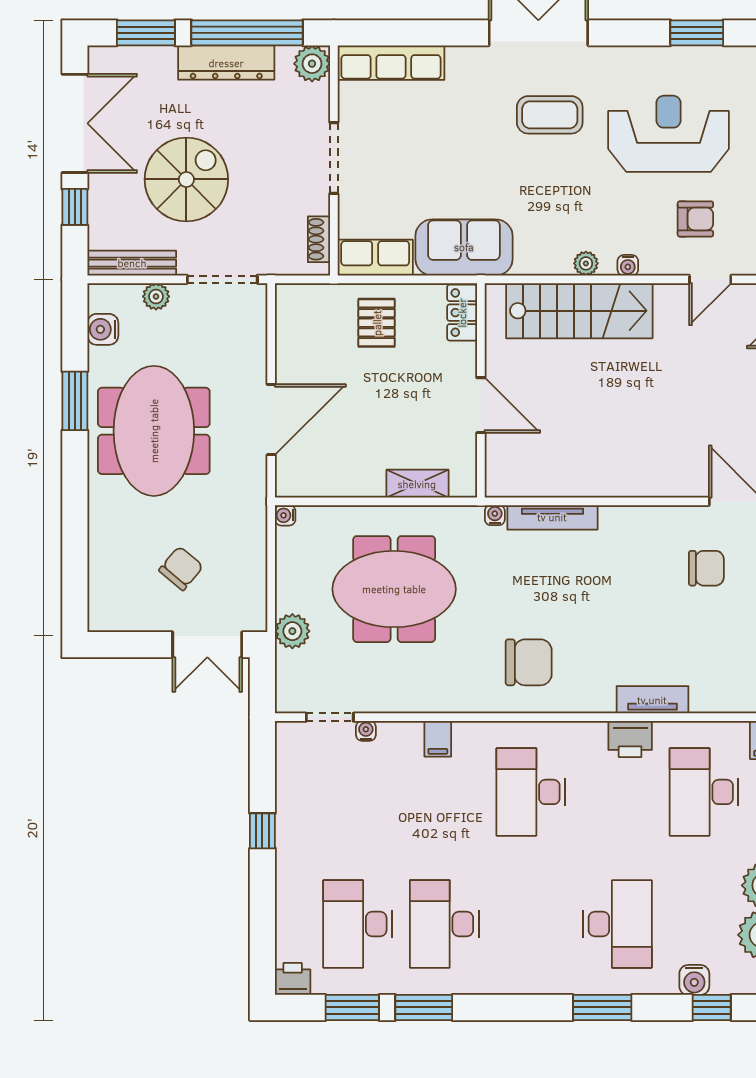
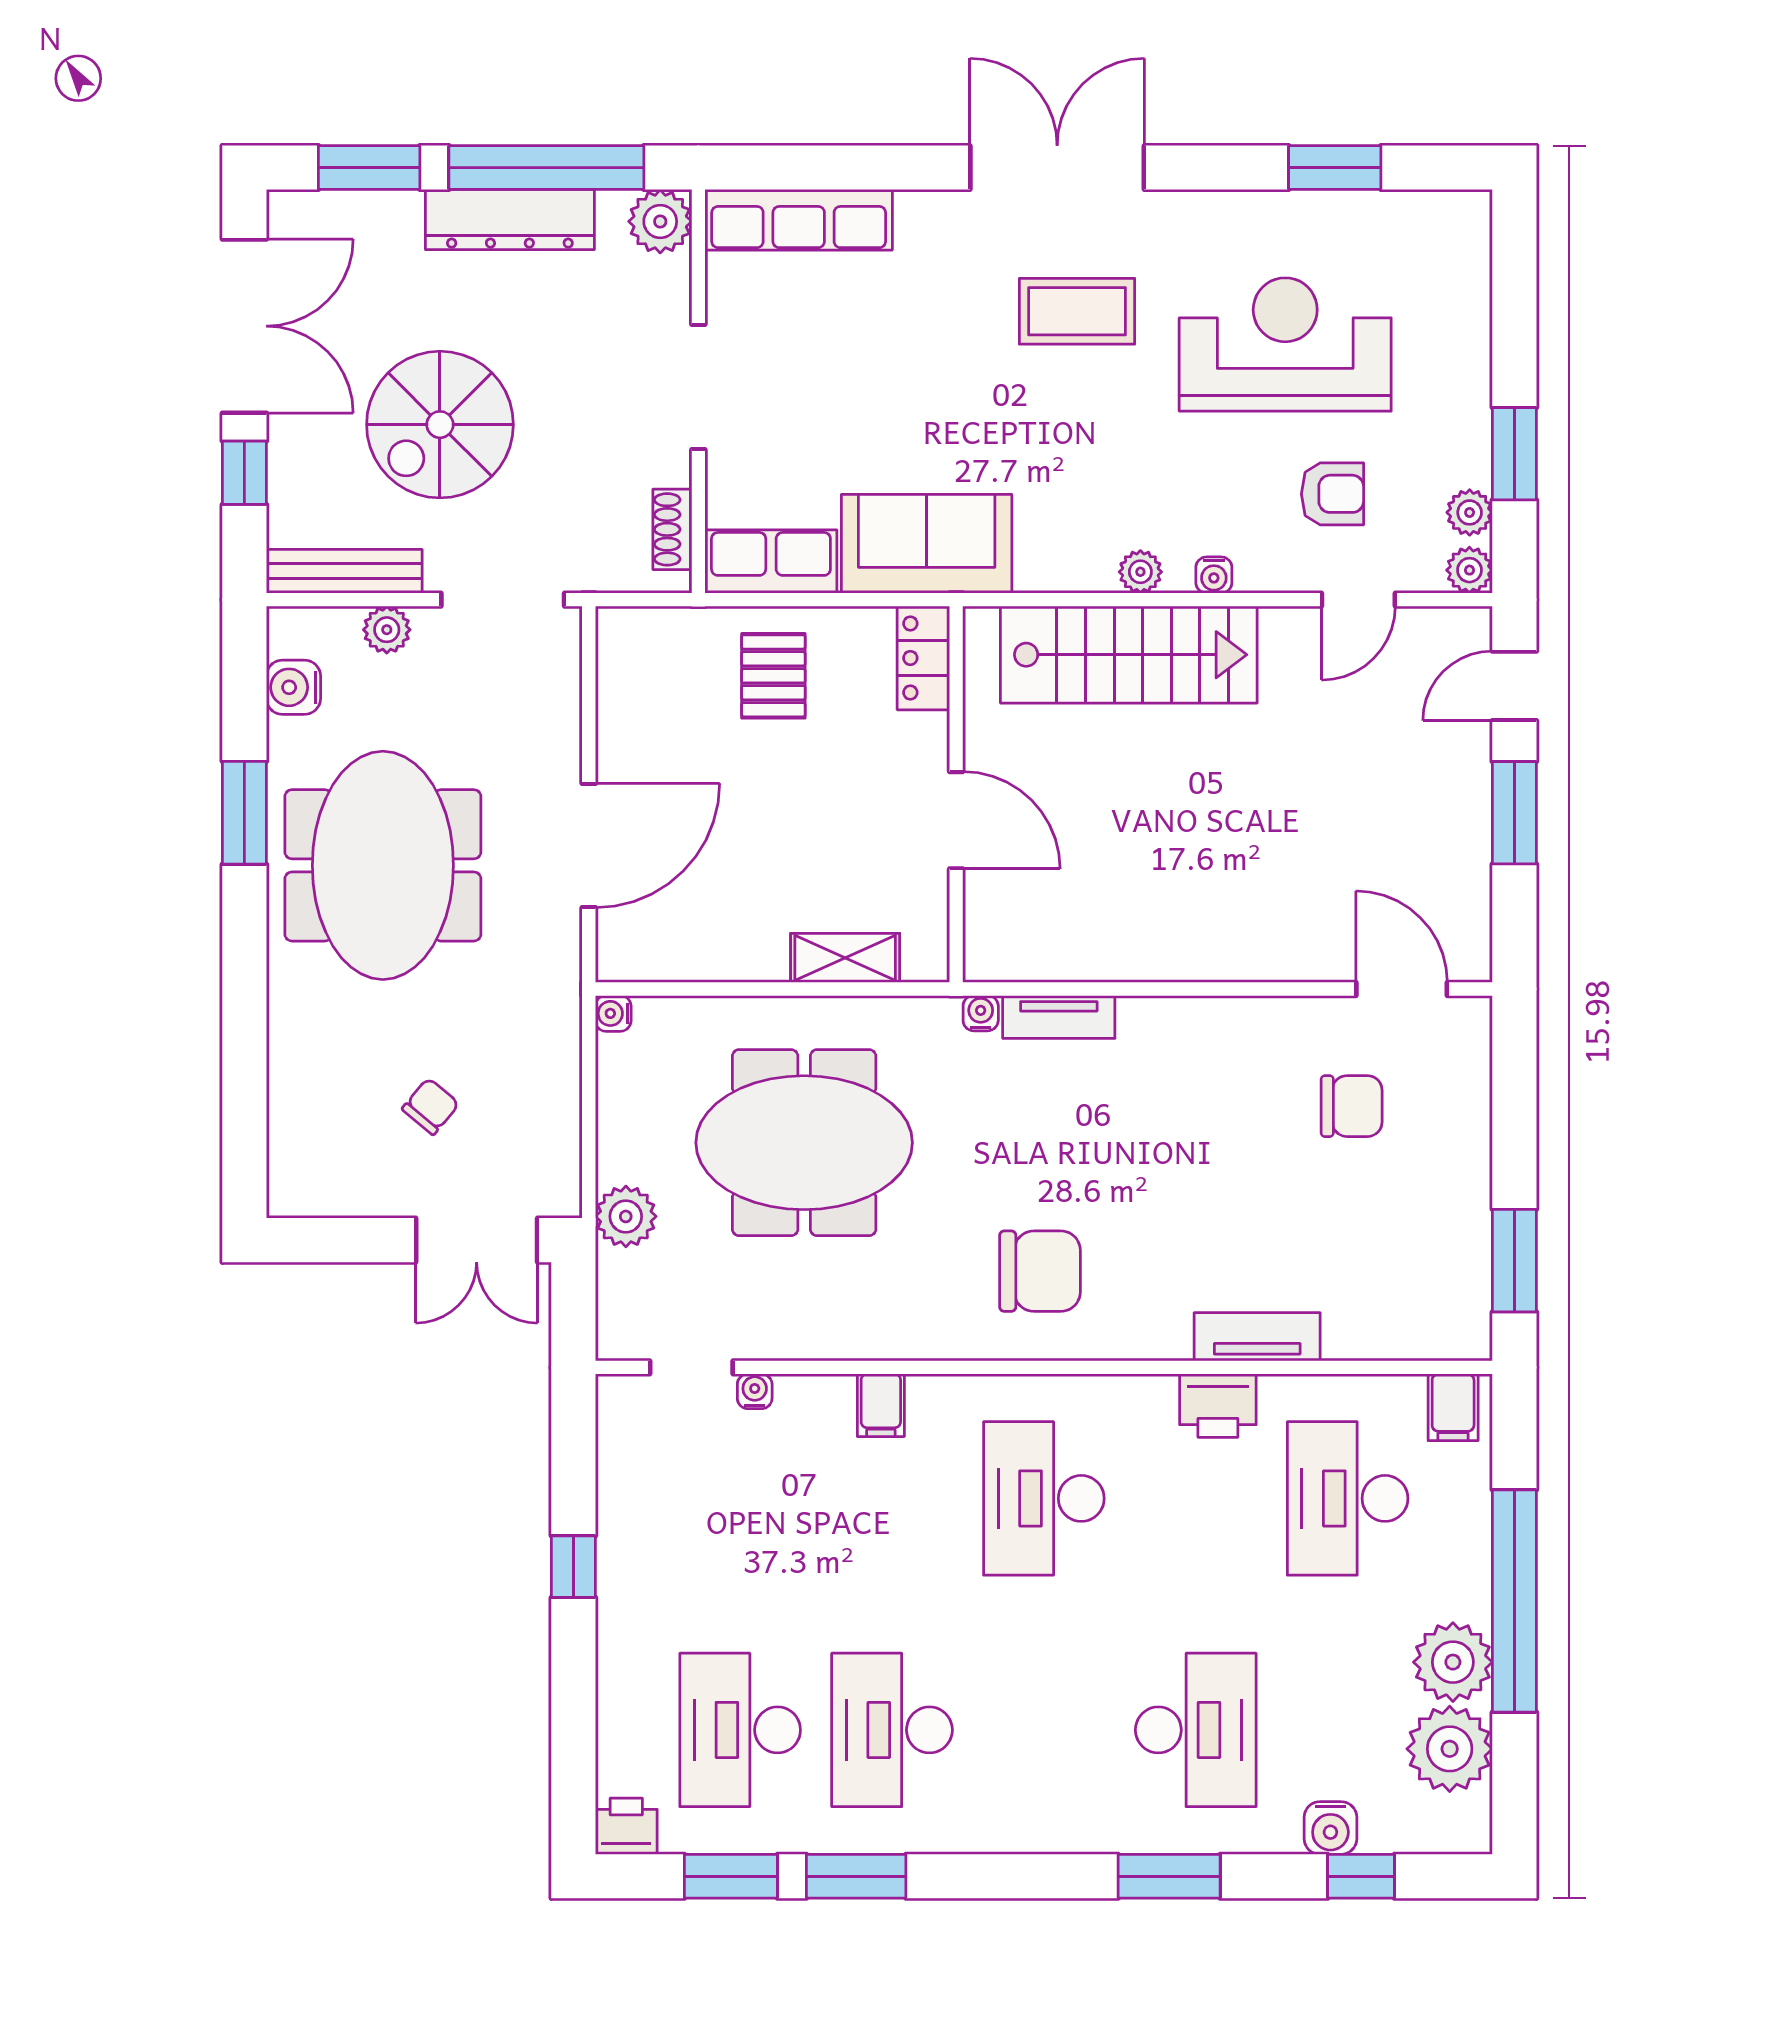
spiral stairs: (186, 179) -> (440, 425), turned 180
tv unit: (552, 517) -> (1059, 1017), width x0.71
chair: (181, 568) -> (431, 1106), width x0.73, depth x0.73

